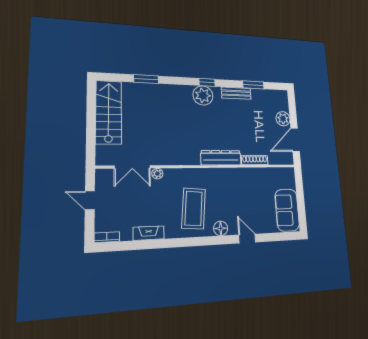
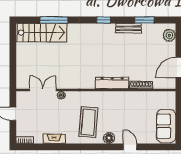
window: (146, 79) -> (54, 20), width x1.44
plant: (203, 95) -> (100, 31), removed
stairs: (109, 112) -> (42, 33), moved, turned 90
plant: (283, 119) -> (169, 35), moved
double door: (132, 167) -> (43, 90), swing flipped

